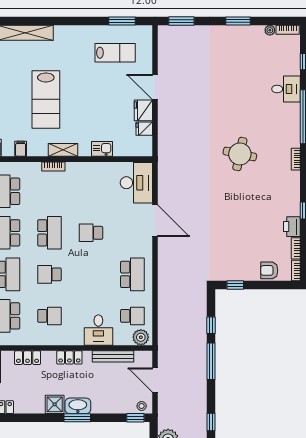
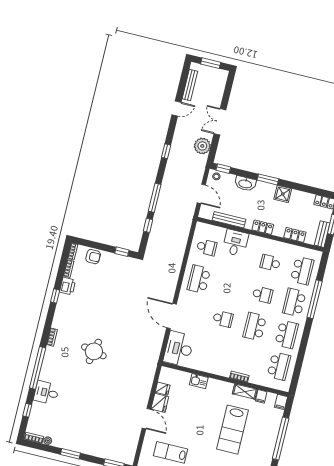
lab bench: (46, 99) -> (233, 430), turned 180
shelving: (63, 150) -> (245, 392), moved
school desk: (132, 316) -> (207, 247), turned 180
plant: (141, 337) -> (204, 229), removed
washbasin: (78, 406) -> (245, 184), moved

